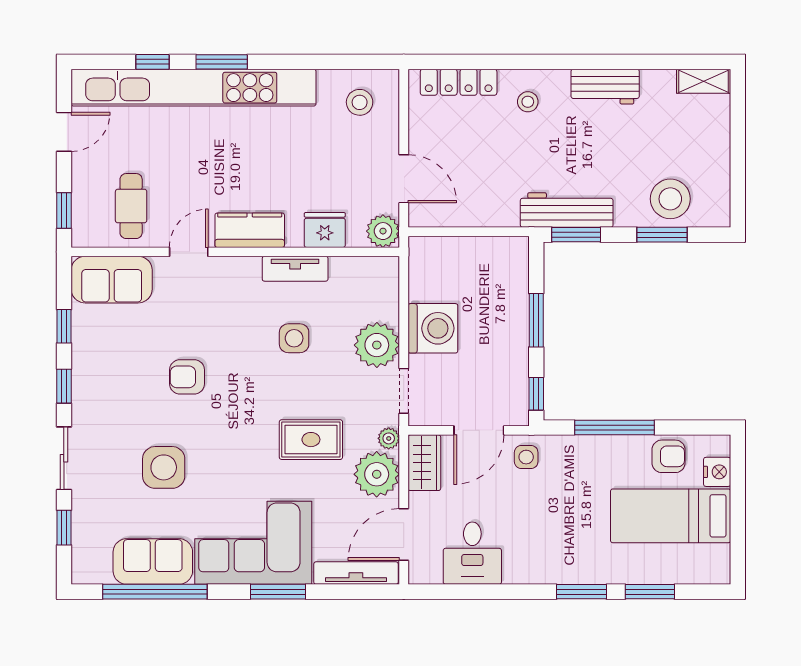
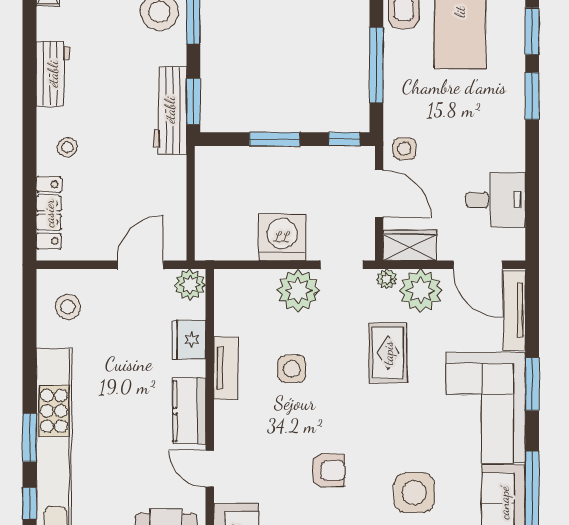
armchair: (187, 377) -> (328, 470), turned -90

